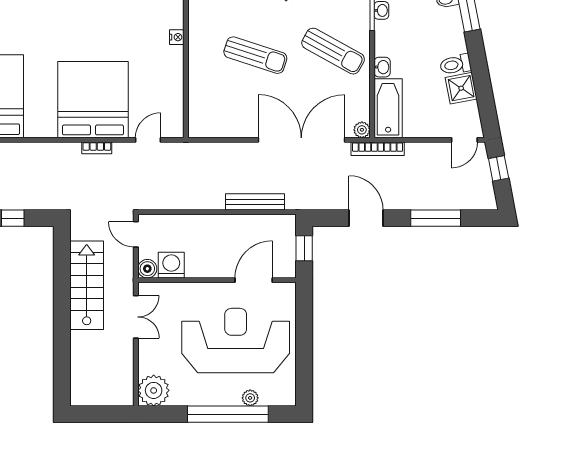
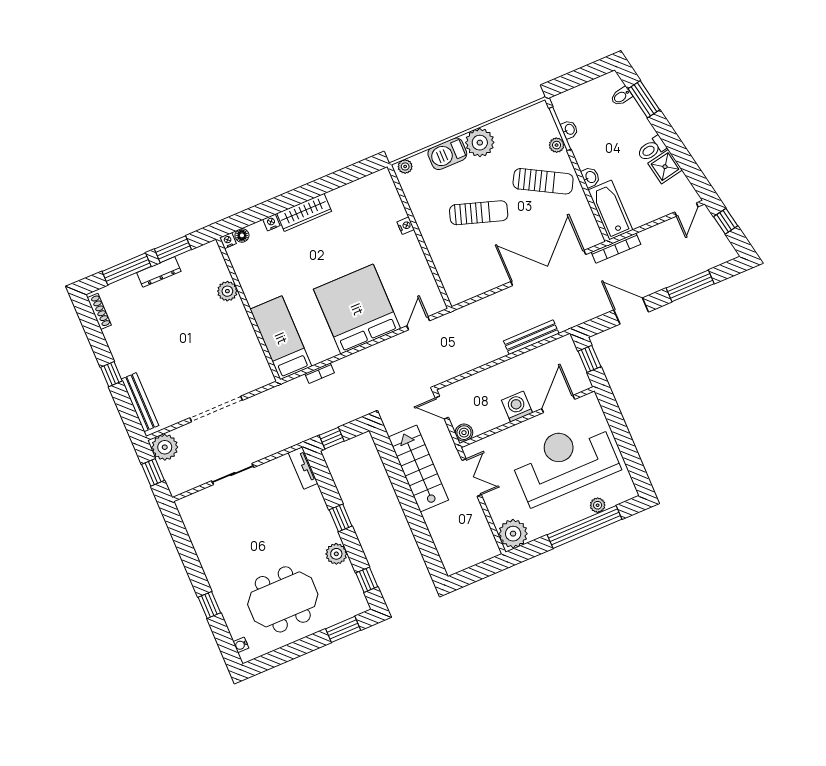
plant: (362, 130) -> (557, 145), moved
bookcase: (97, 148) -> (320, 373), moved
washing machine: (171, 265) -> (517, 407), moved

